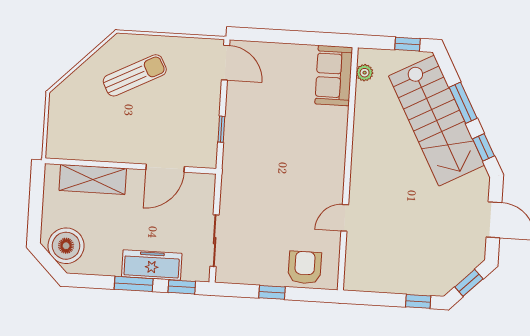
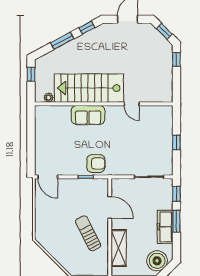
door: (225, 63) -> (48, 177), swing flipped
sun lounger: (135, 75) -> (88, 233), moved
sofa: (334, 76) -> (88, 115), moved
stairs: (437, 121) -> (89, 88), moved, turned -152
freezer: (152, 265) -> (165, 227), moved
armchair: (305, 268) -> (96, 163), moved, turned 180

